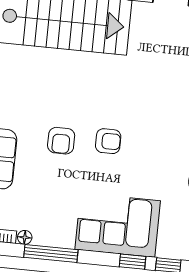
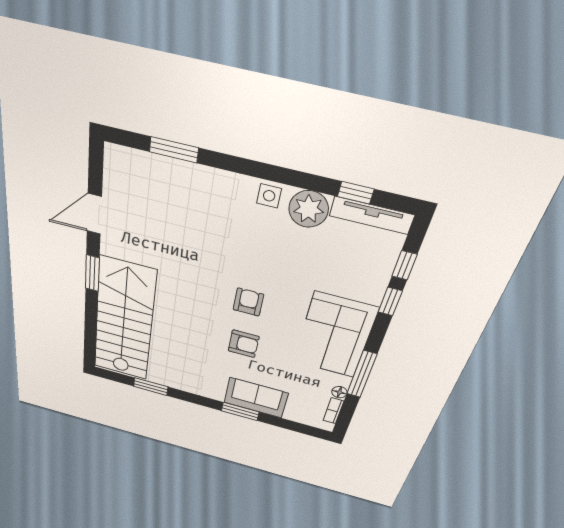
corner sofa: (118, 225) -> (335, 335), moved

